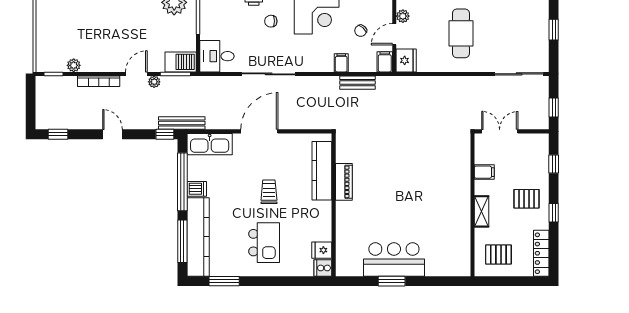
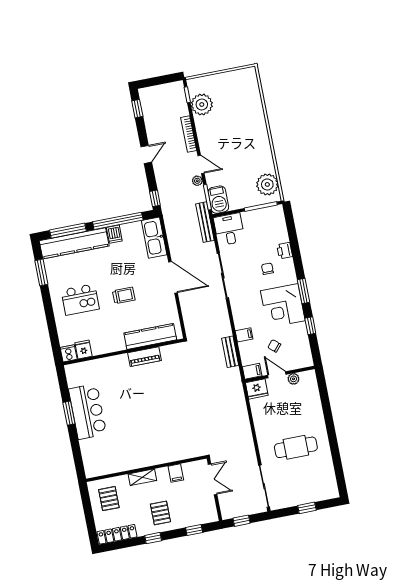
cafe table: (461, 33) -> (296, 447), moved
plant: (74, 65) -> (202, 105), width x1.87, depth x1.87
bench: (182, 123) -> (205, 222), moved

